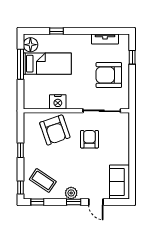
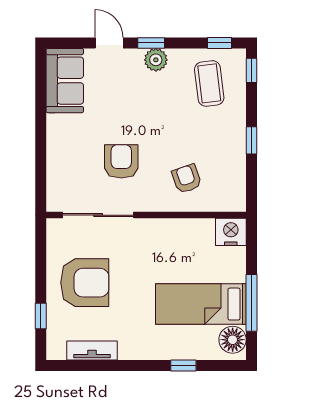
nightstand: (58, 102) -> (231, 232), moved
armchair: (55, 130) -> (187, 179), width x0.53, depth x0.53
armchair: (89, 139) -> (121, 161), turned 180
coffee table: (43, 180) -> (209, 83), turned 49

